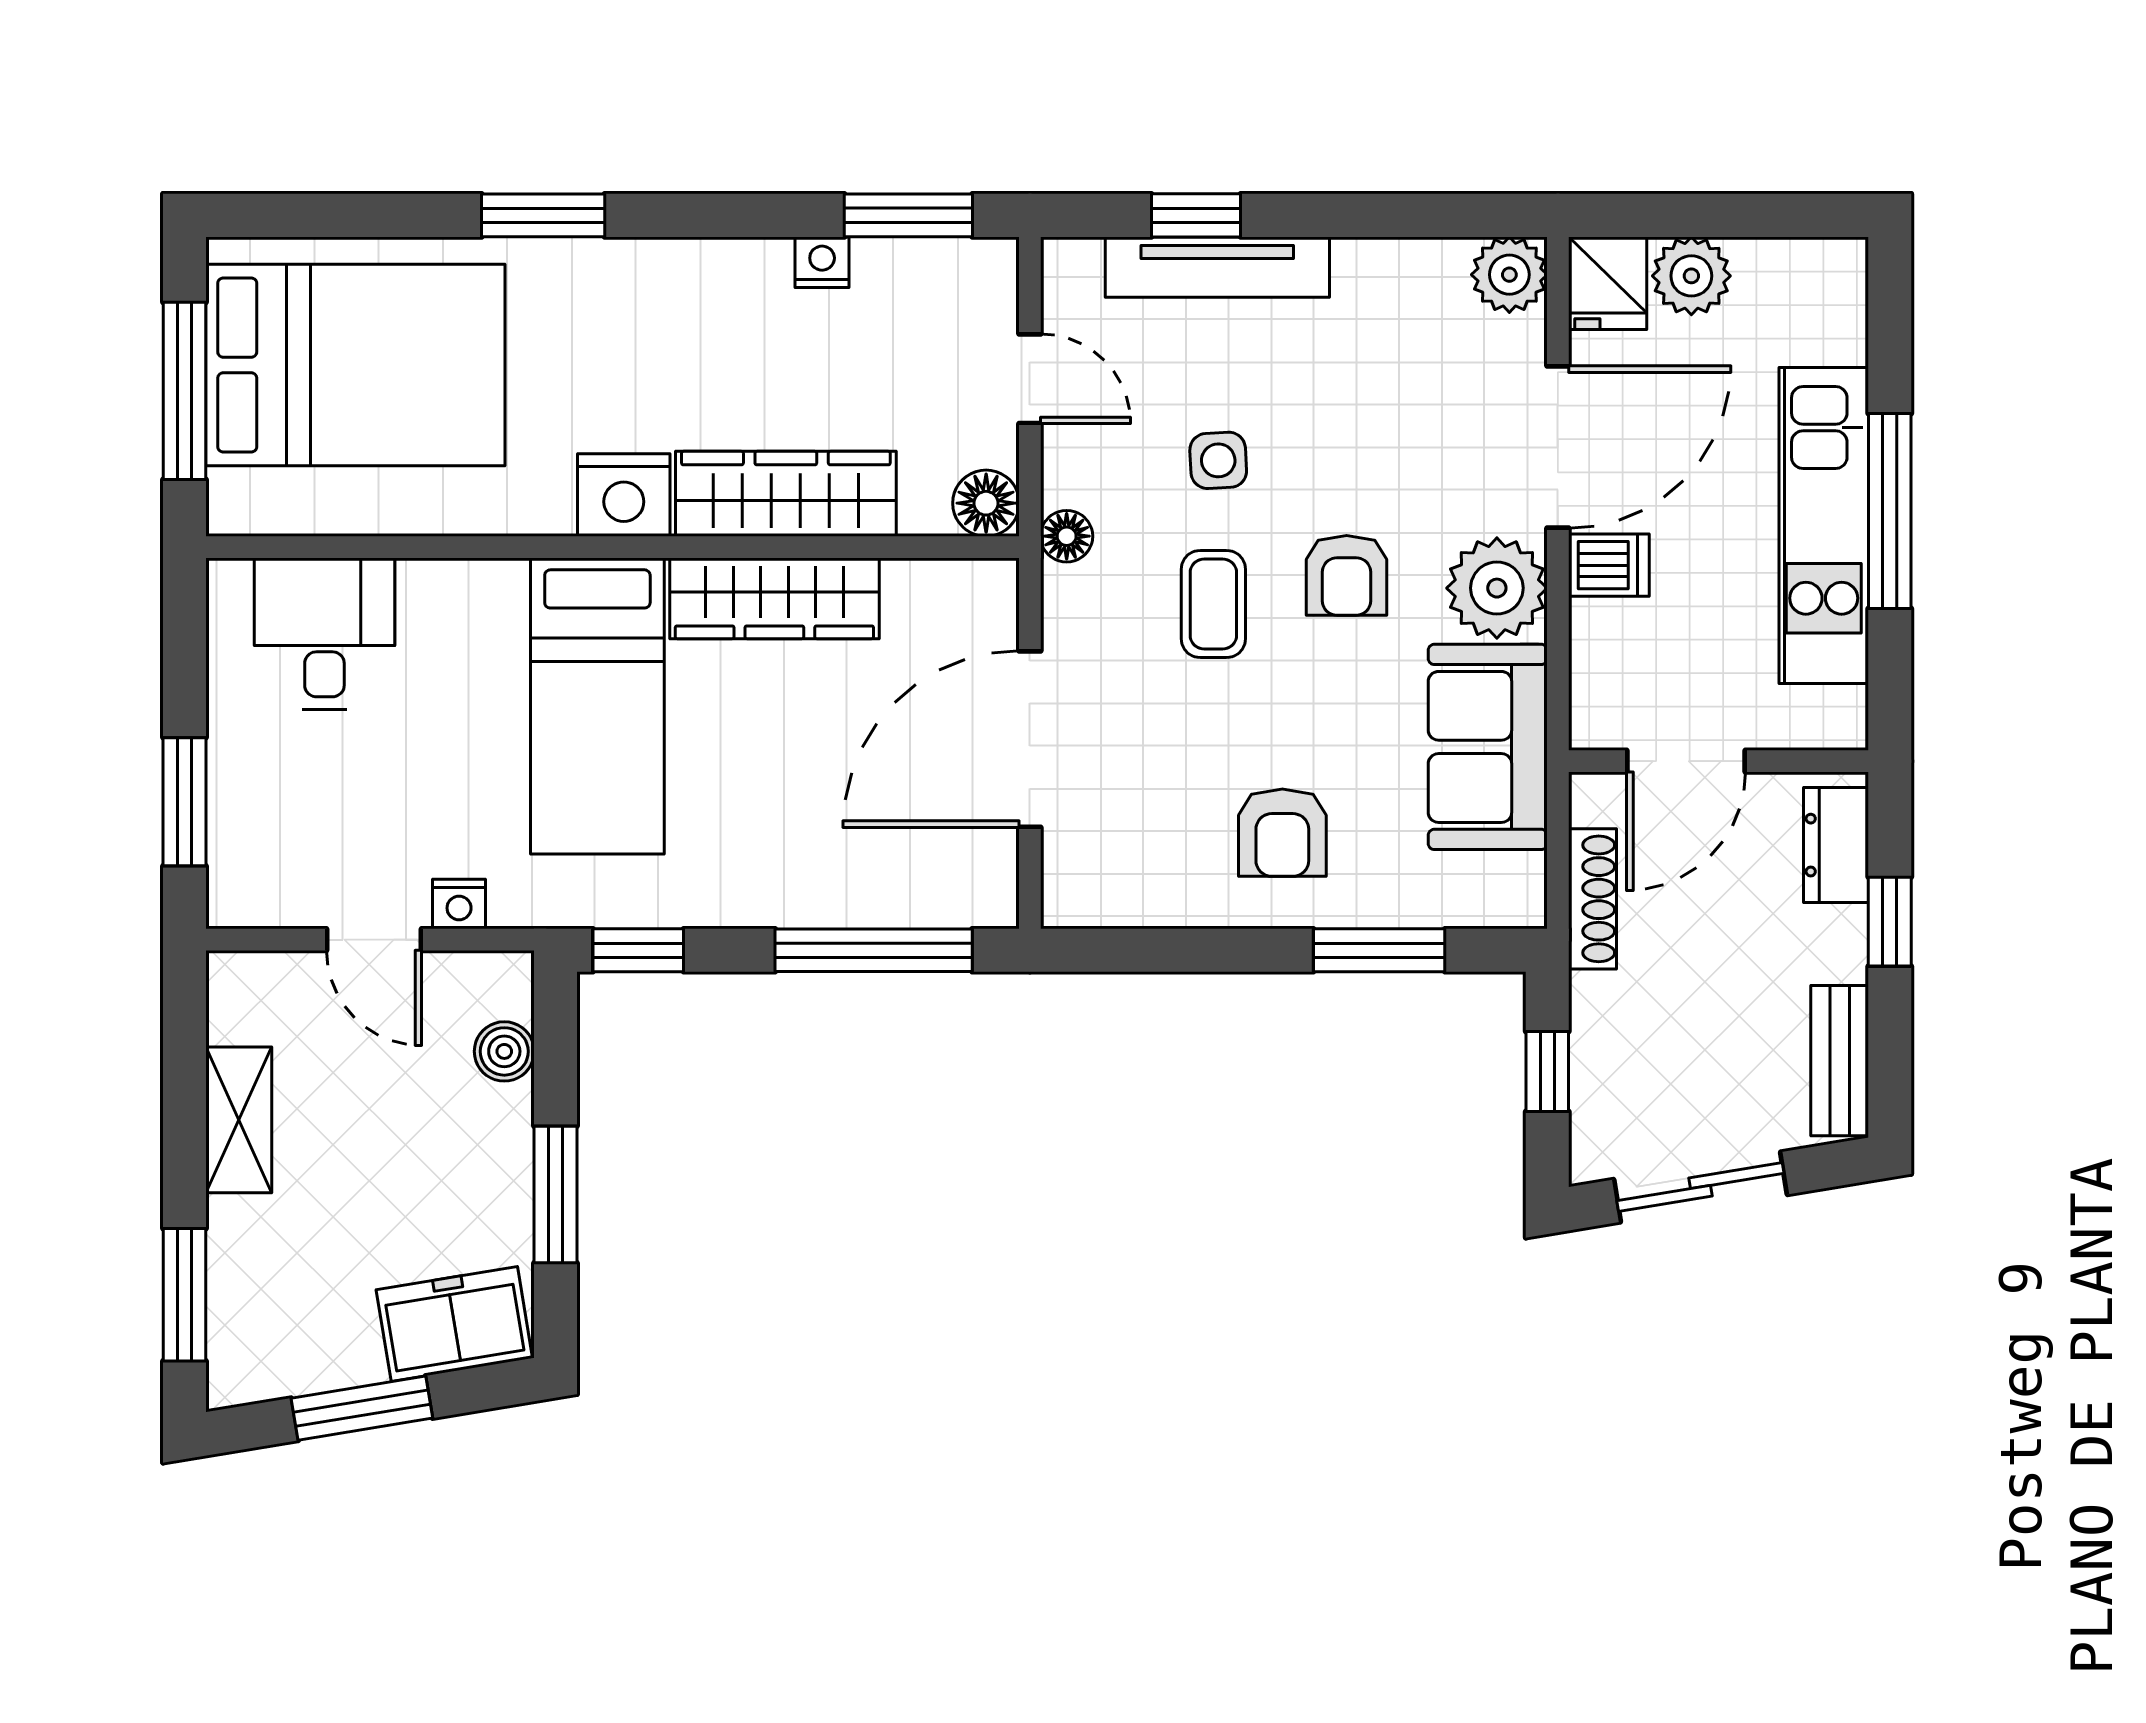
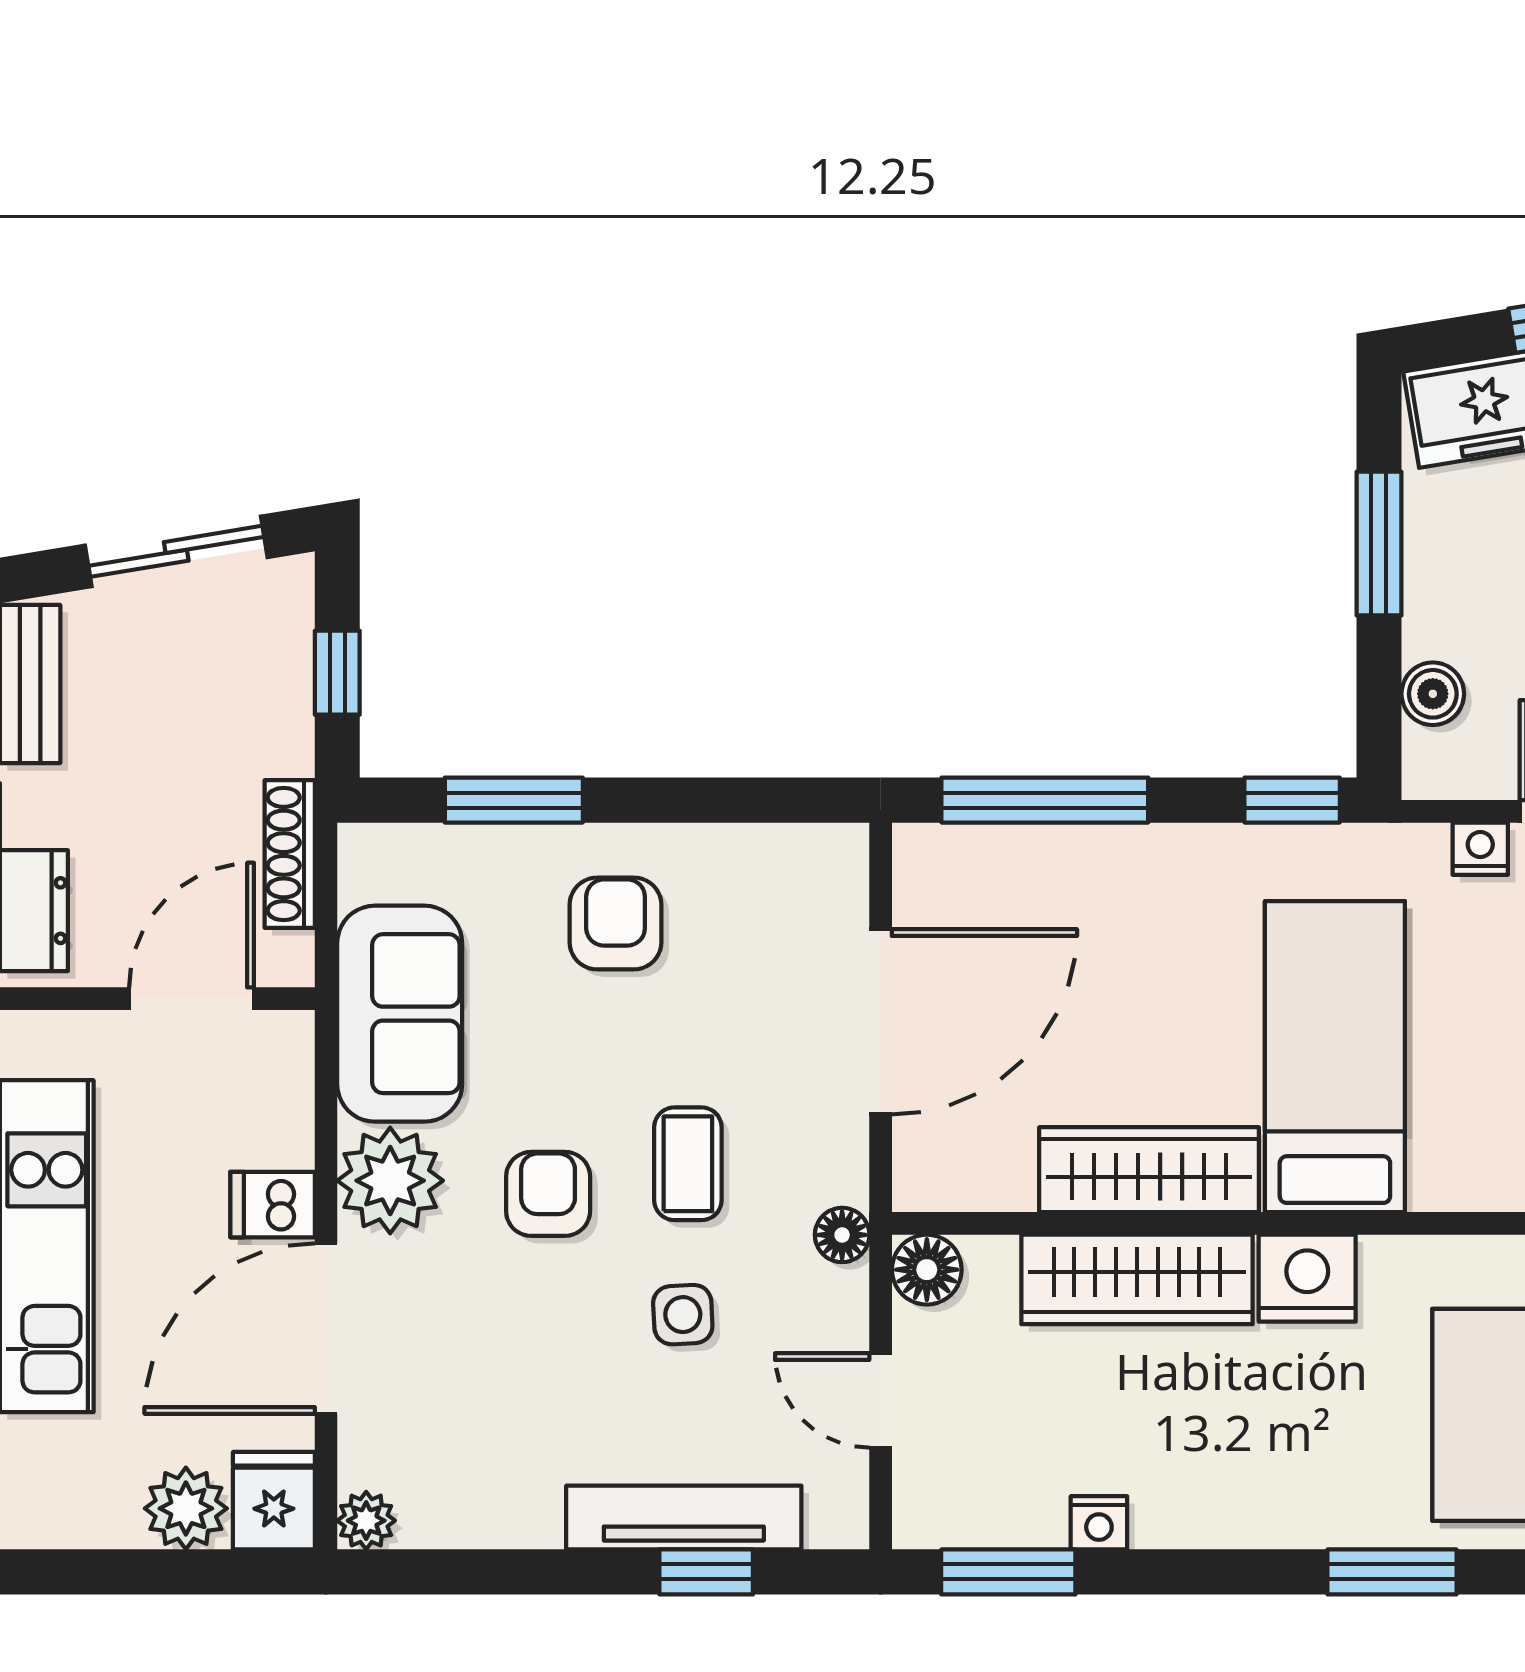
plant: (1509, 275) -> (366, 1521), width x0.73, depth x0.73

